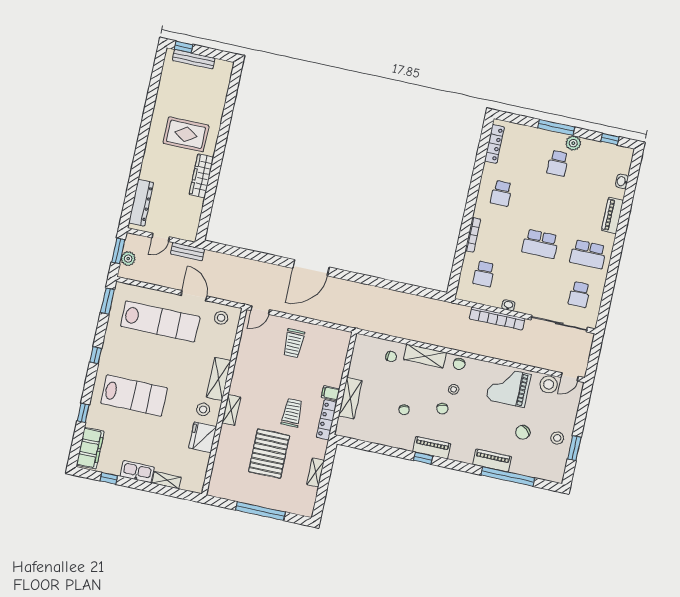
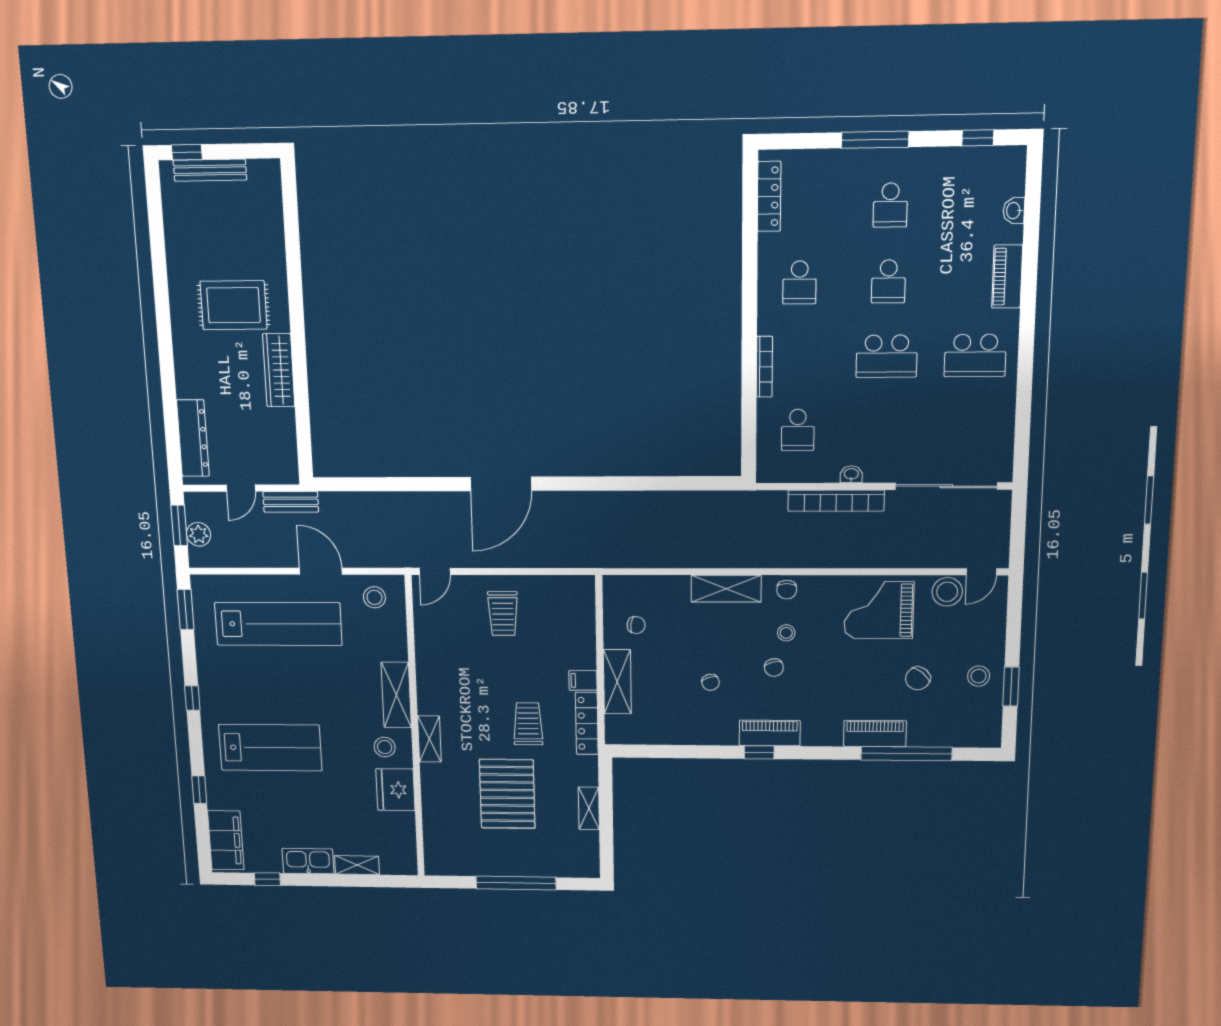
plant: (573, 143) -> (912, 161), removed
school desk: (579, 294) -> (888, 281), moved
chair: (391, 357) -> (636, 625), moved

